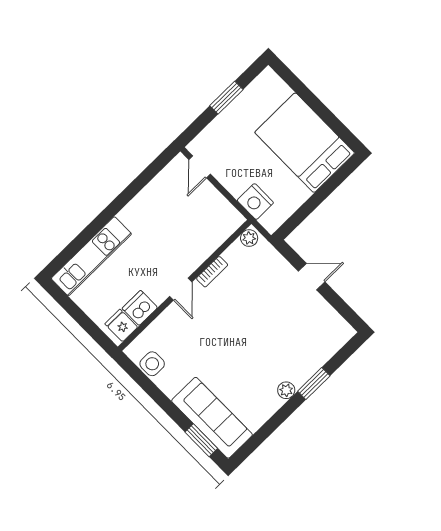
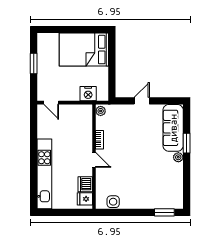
kitchen unit: (91, 256) -> (44, 174), width x1.36
sofa: (212, 418) -> (173, 128), moved, turned -90

